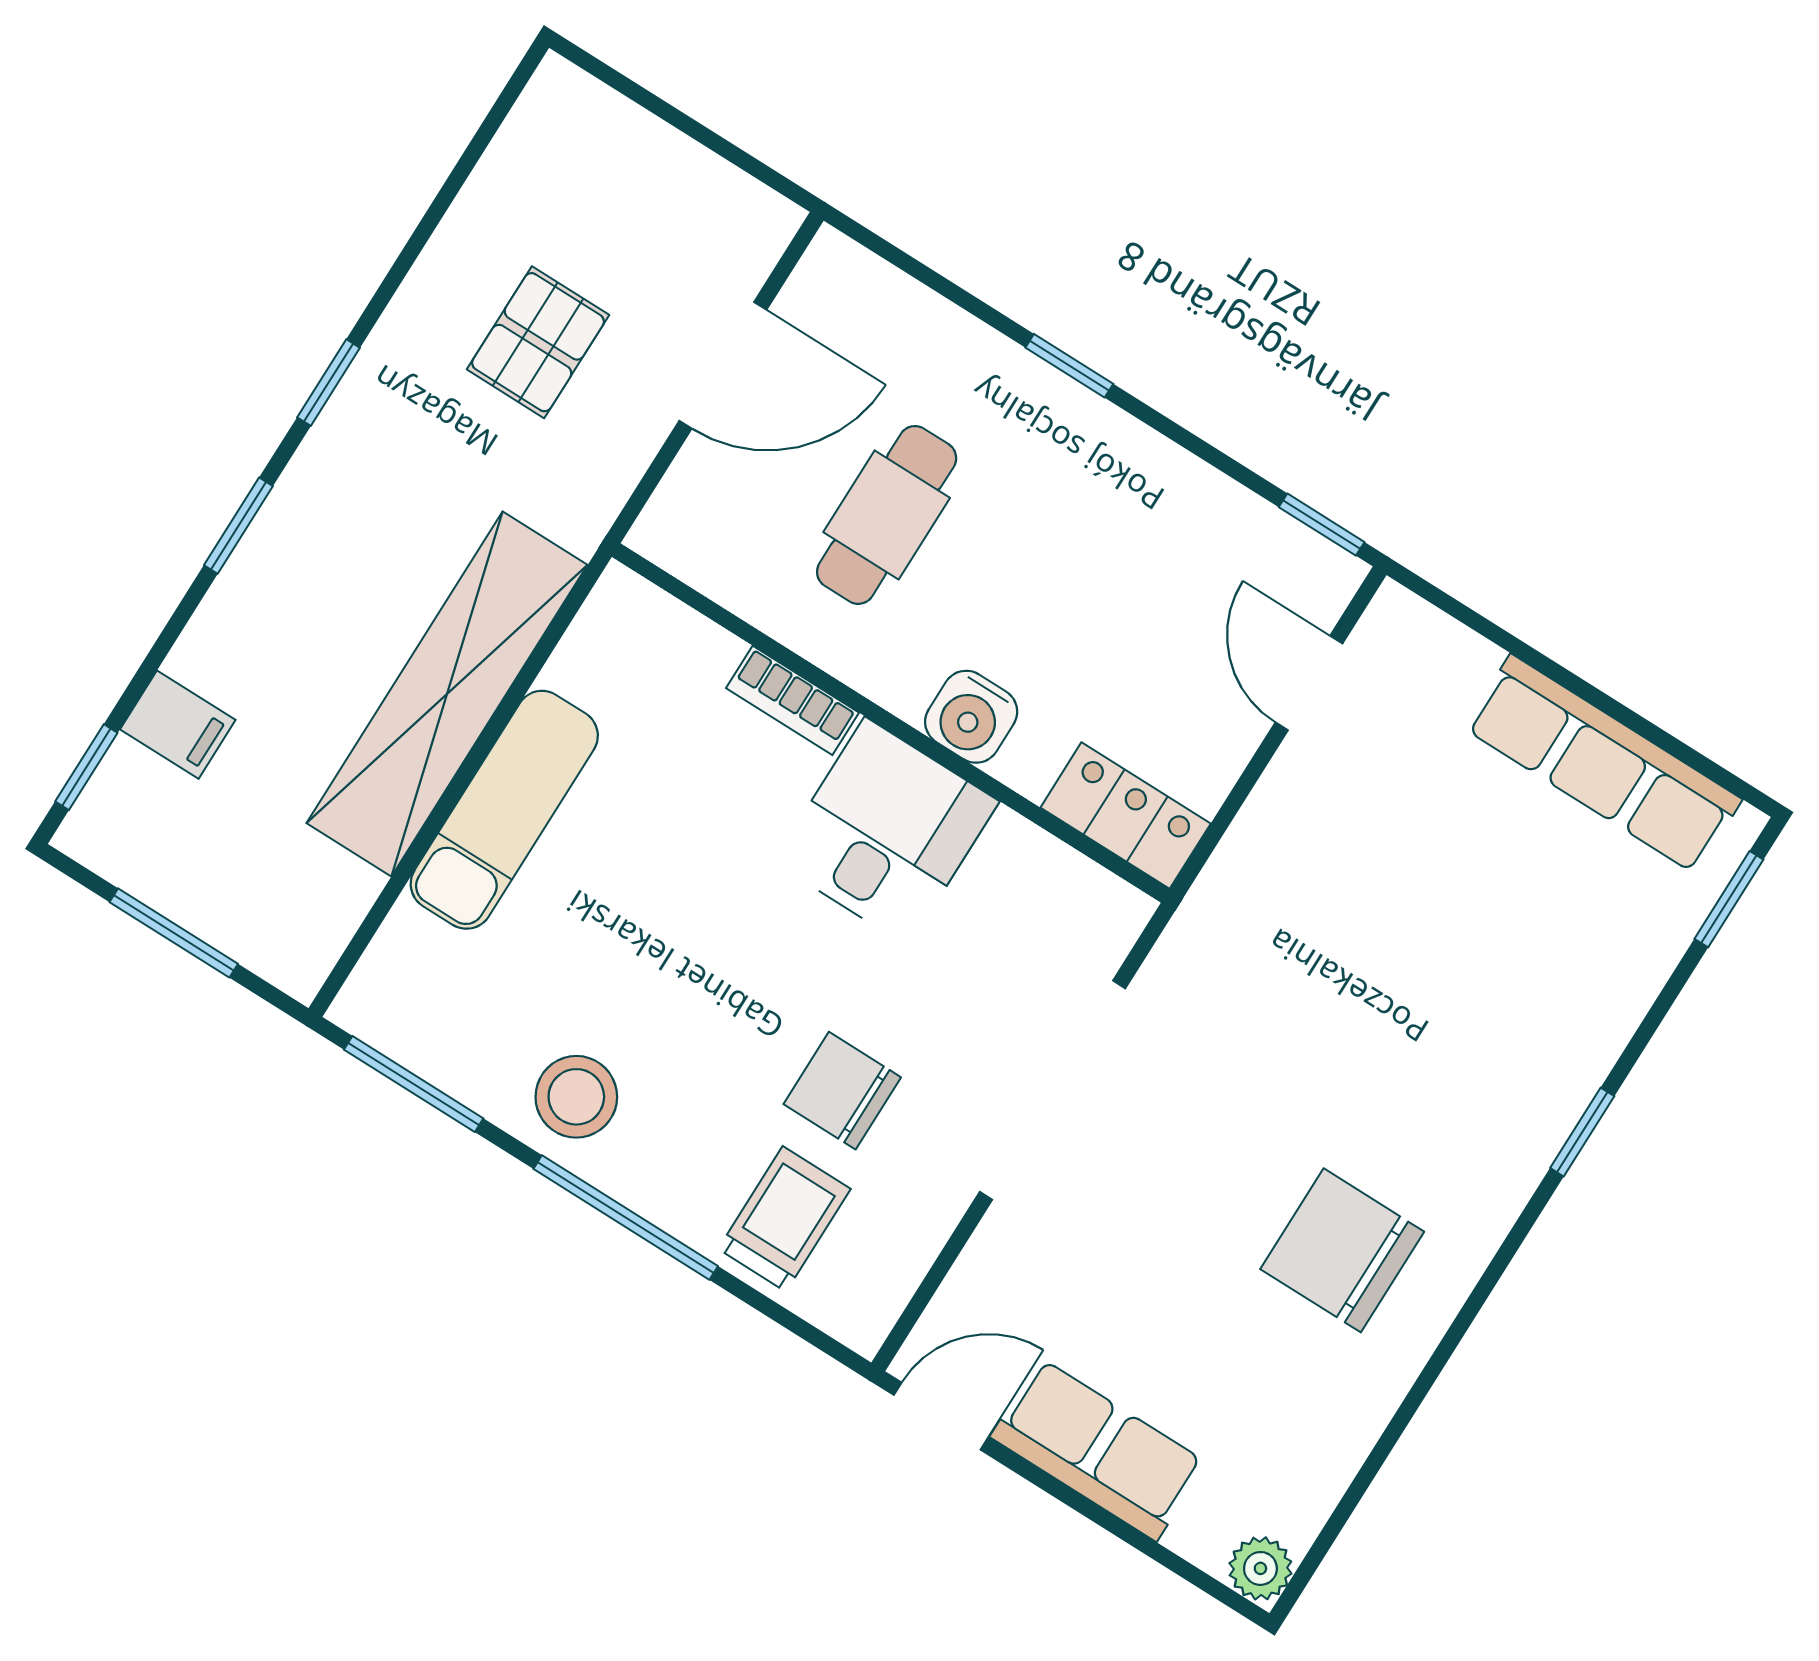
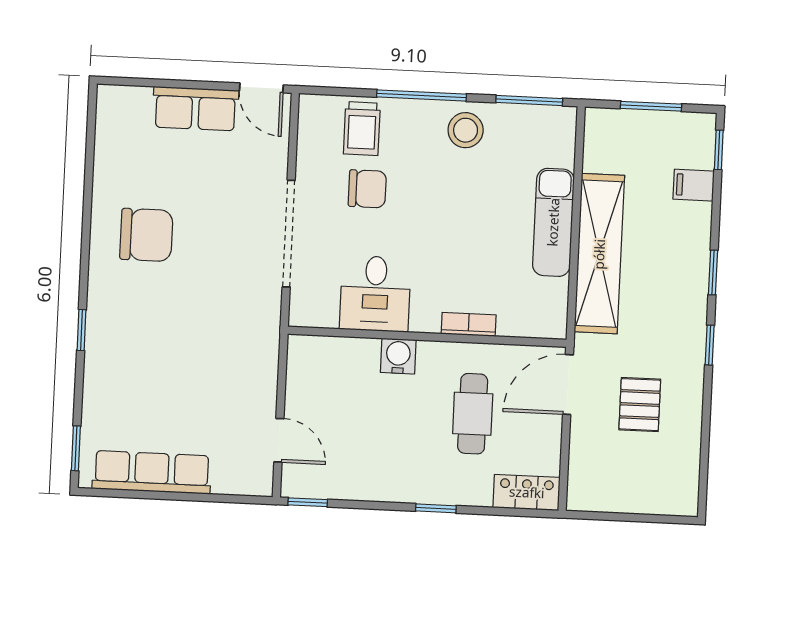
door: (723, 365) -> (568, 384), moved
locker: (1126, 816) -> (527, 492), moved, turned 180
desk: (886, 832) -> (375, 294), moved
door: (941, 1416) -> (261, 88), hinge flipped
plant: (1260, 1568) -> (110, 99), removed

